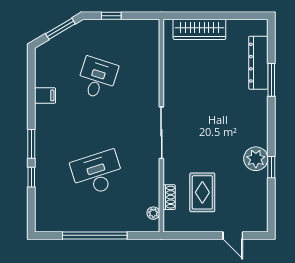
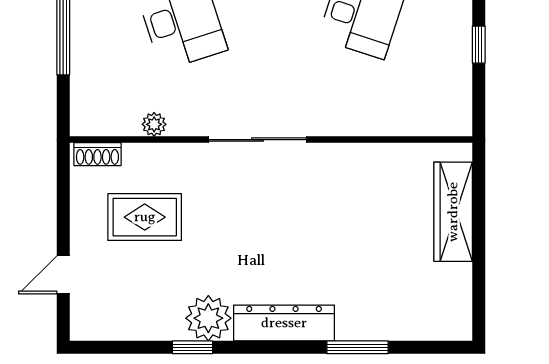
dresser: (258, 63) -> (284, 323), moved
shoe rack: (169, 197) -> (97, 154), moved
plant: (153, 213) -> (154, 124), moved

